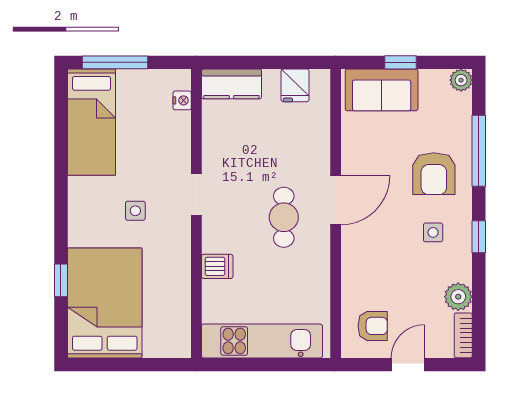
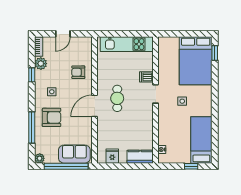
window: (115, 62) -> (191, 166), width x0.46
window: (401, 62) -> (66, 166), width x3.17
armchair: (434, 174) -> (51, 117), turned 90
doorway: (196, 194) -> (156, 94), moved
window: (479, 237) -> (32, 75), moved
window: (61, 280) -> (215, 53), moved
armchair: (373, 326) -> (78, 72), moved

